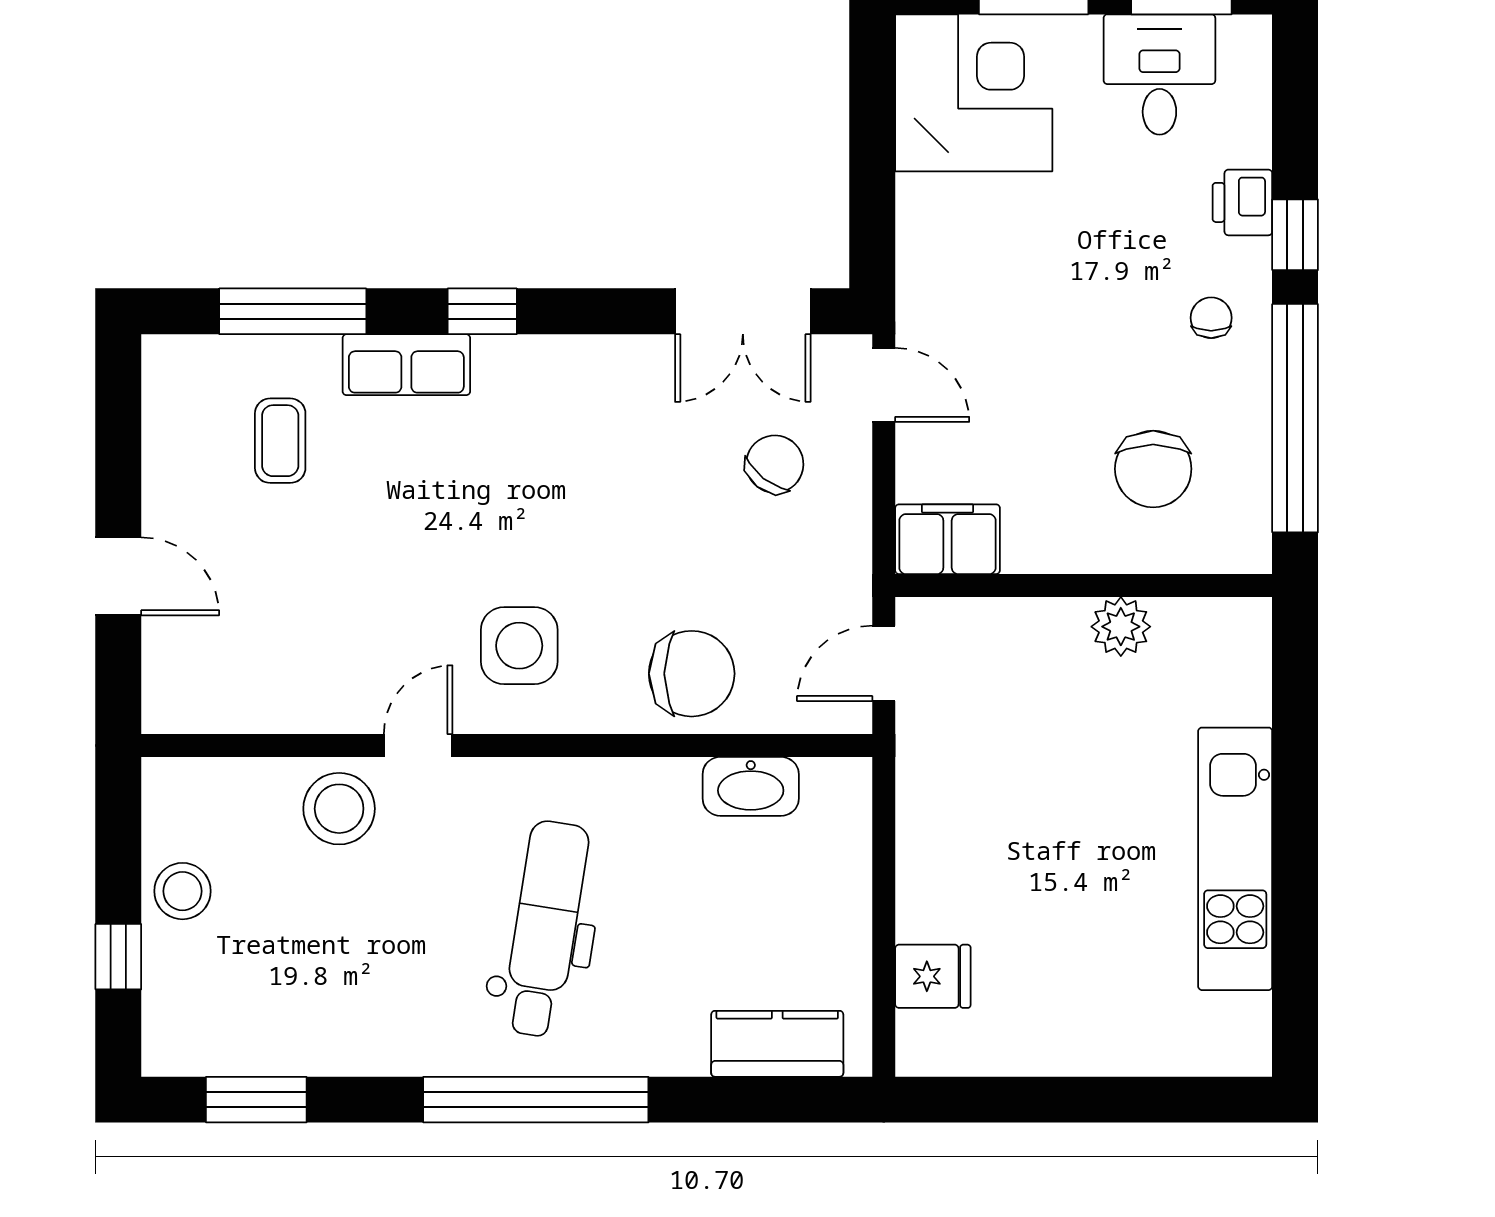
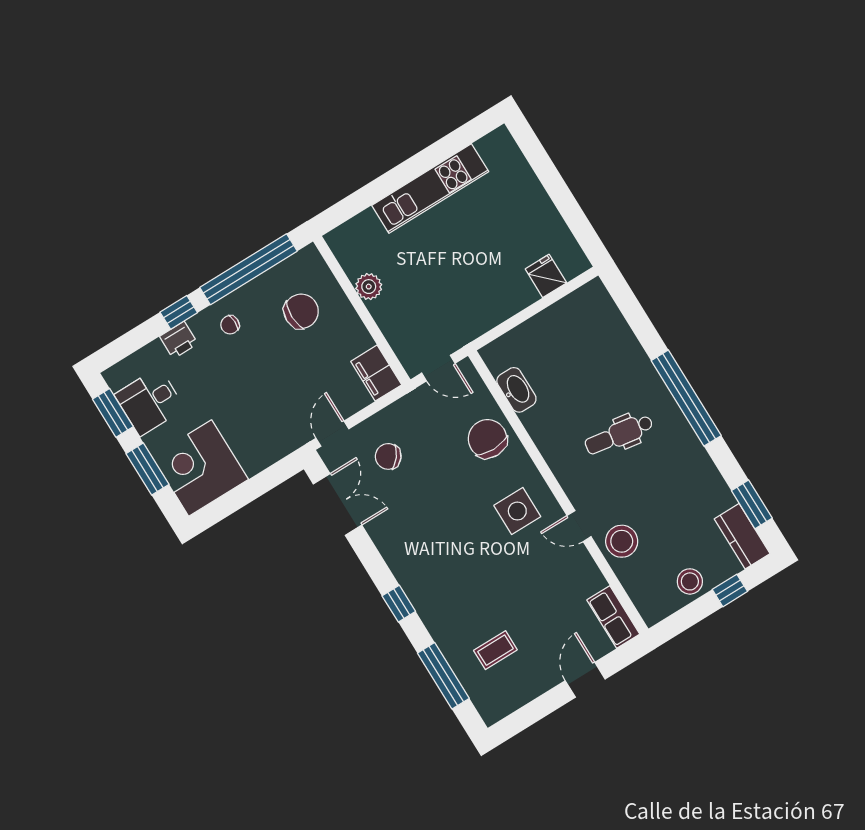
row of seats: (406, 365) -> (613, 617), moved, turned 180
dental chair: (545, 929) -> (619, 434), width x0.73, depth x0.72
kitchen counter: (777, 1044) -> (742, 536), moved

